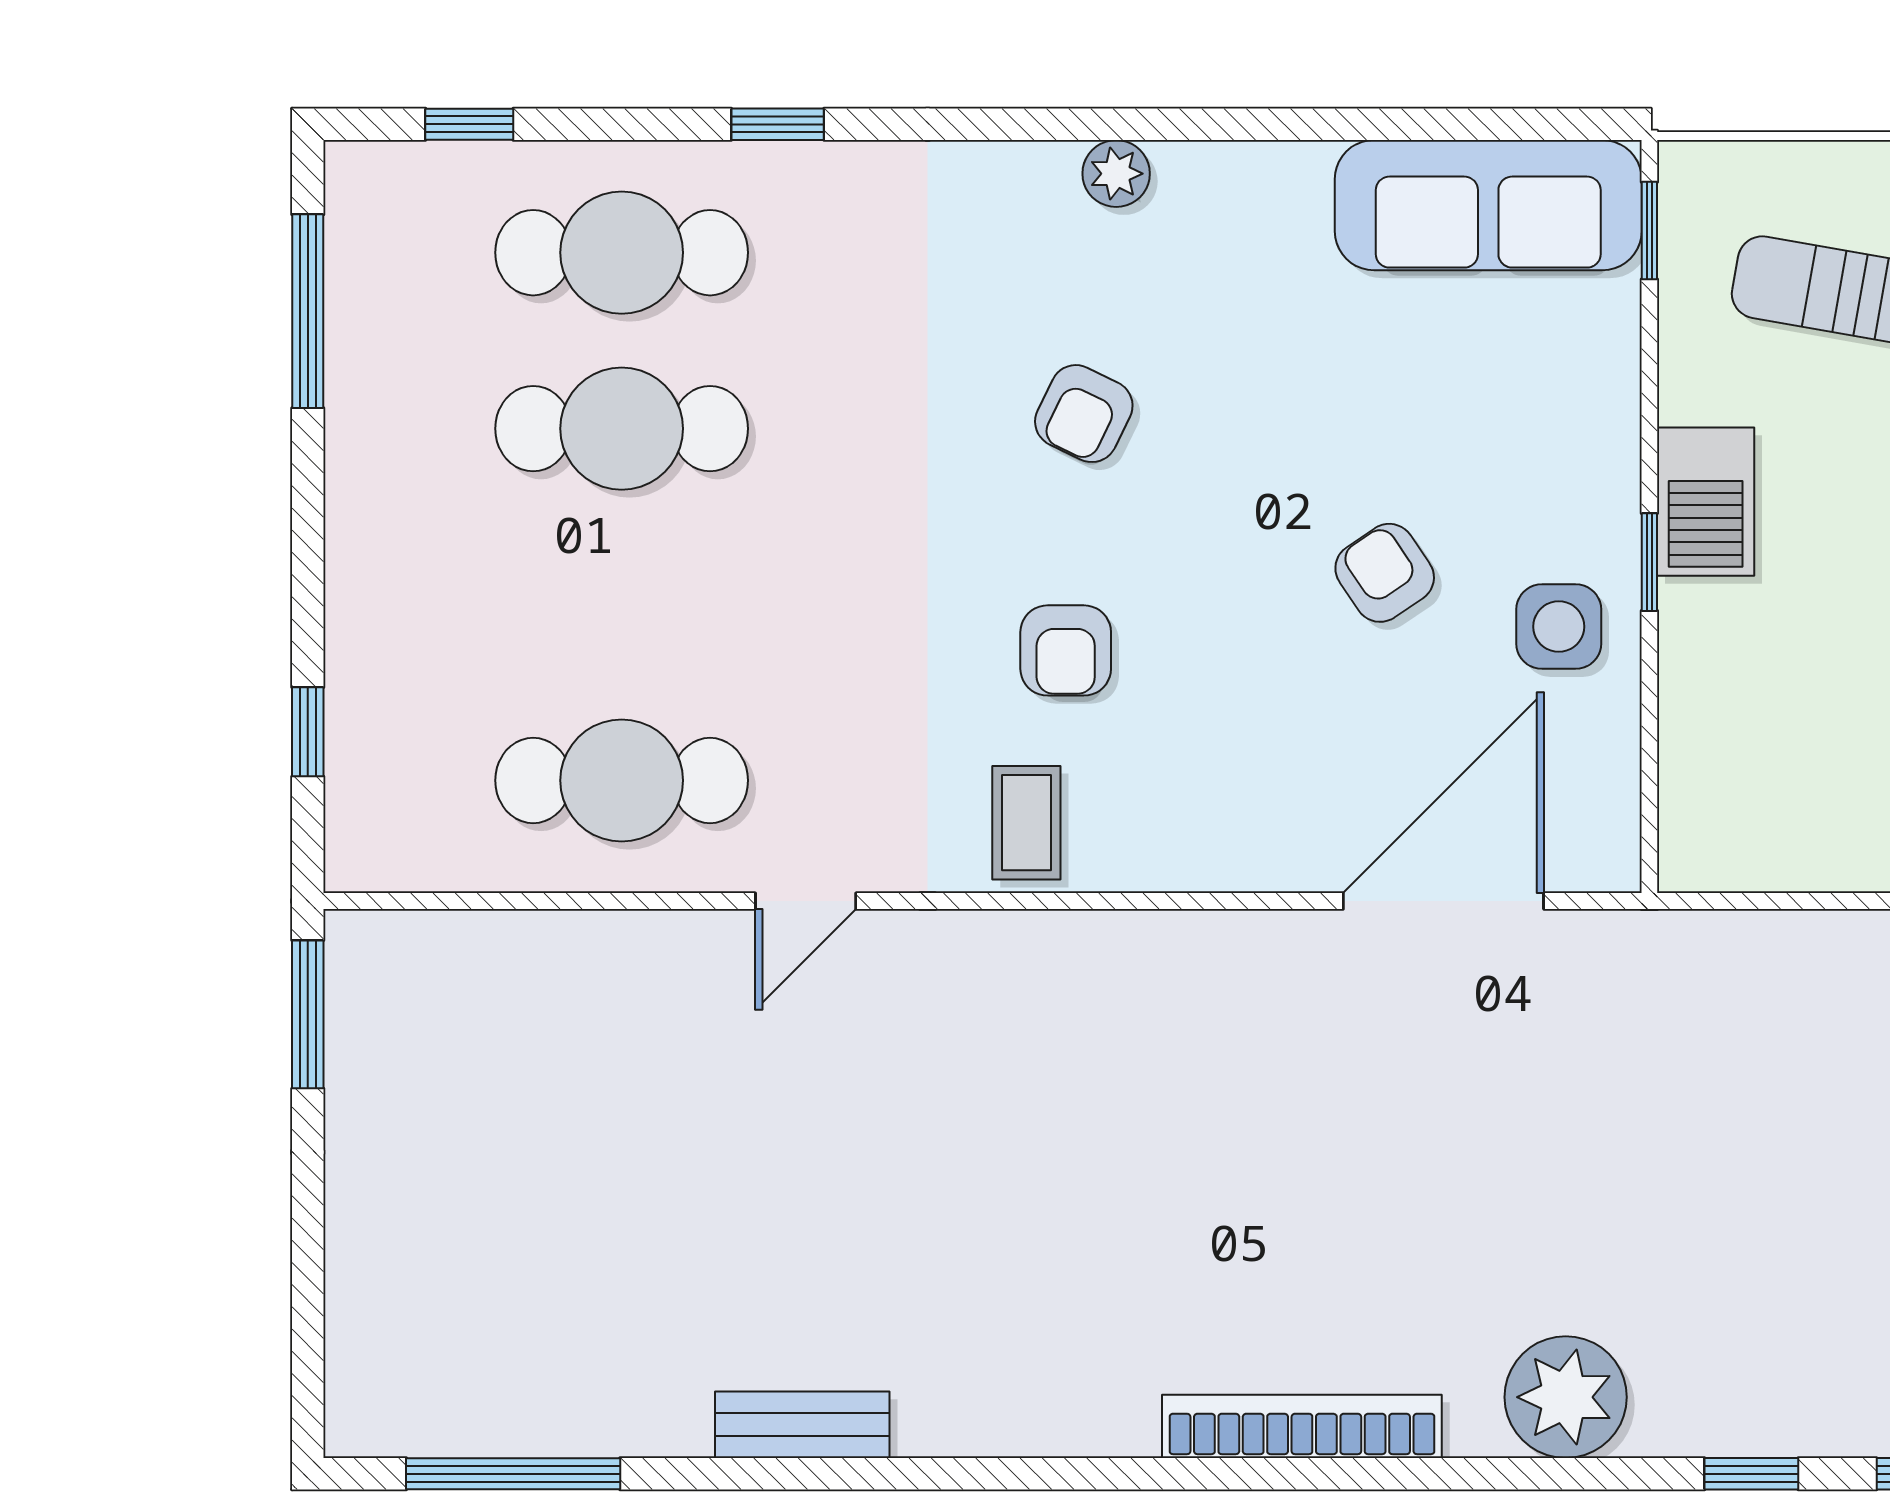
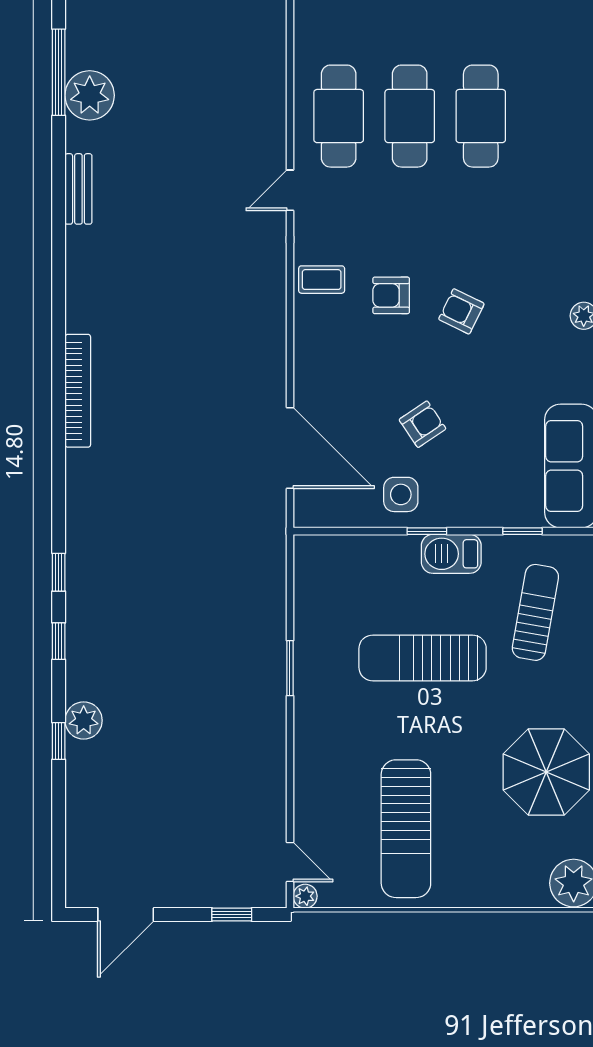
window: (1649, 231) -> (522, 531), moved
cafe table: (622, 253) -> (410, 116), moved
armchair: (1084, 414) -> (461, 311), moved
door: (806, 901) -> (290, 190), hinge flipped
plant: (1566, 1397) -> (90, 95), moved

